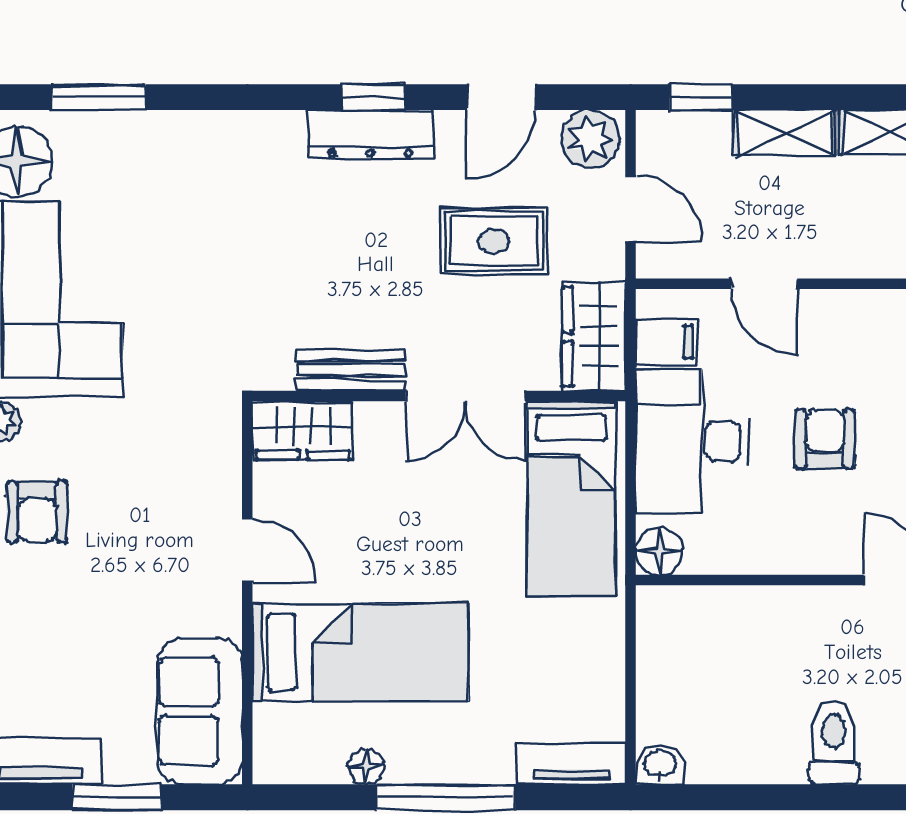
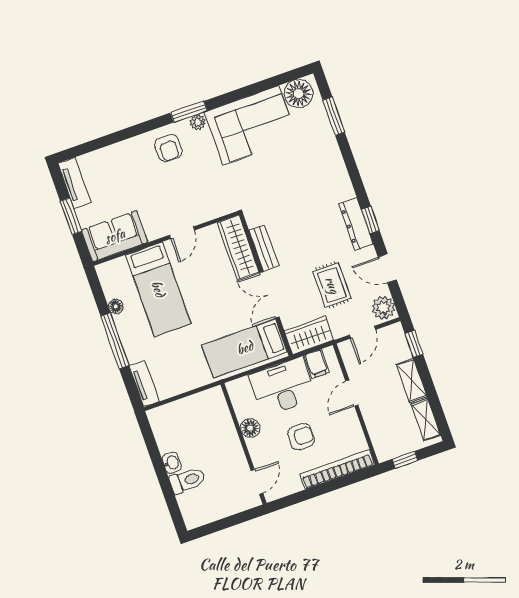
wardrobe: (303, 431) -> (238, 247), width x1.50
armchair: (37, 512) -> (168, 148), turned -90
floor lamp: (659, 551) -> (250, 428), moved
washbasin: (660, 765) -> (172, 463), moved

